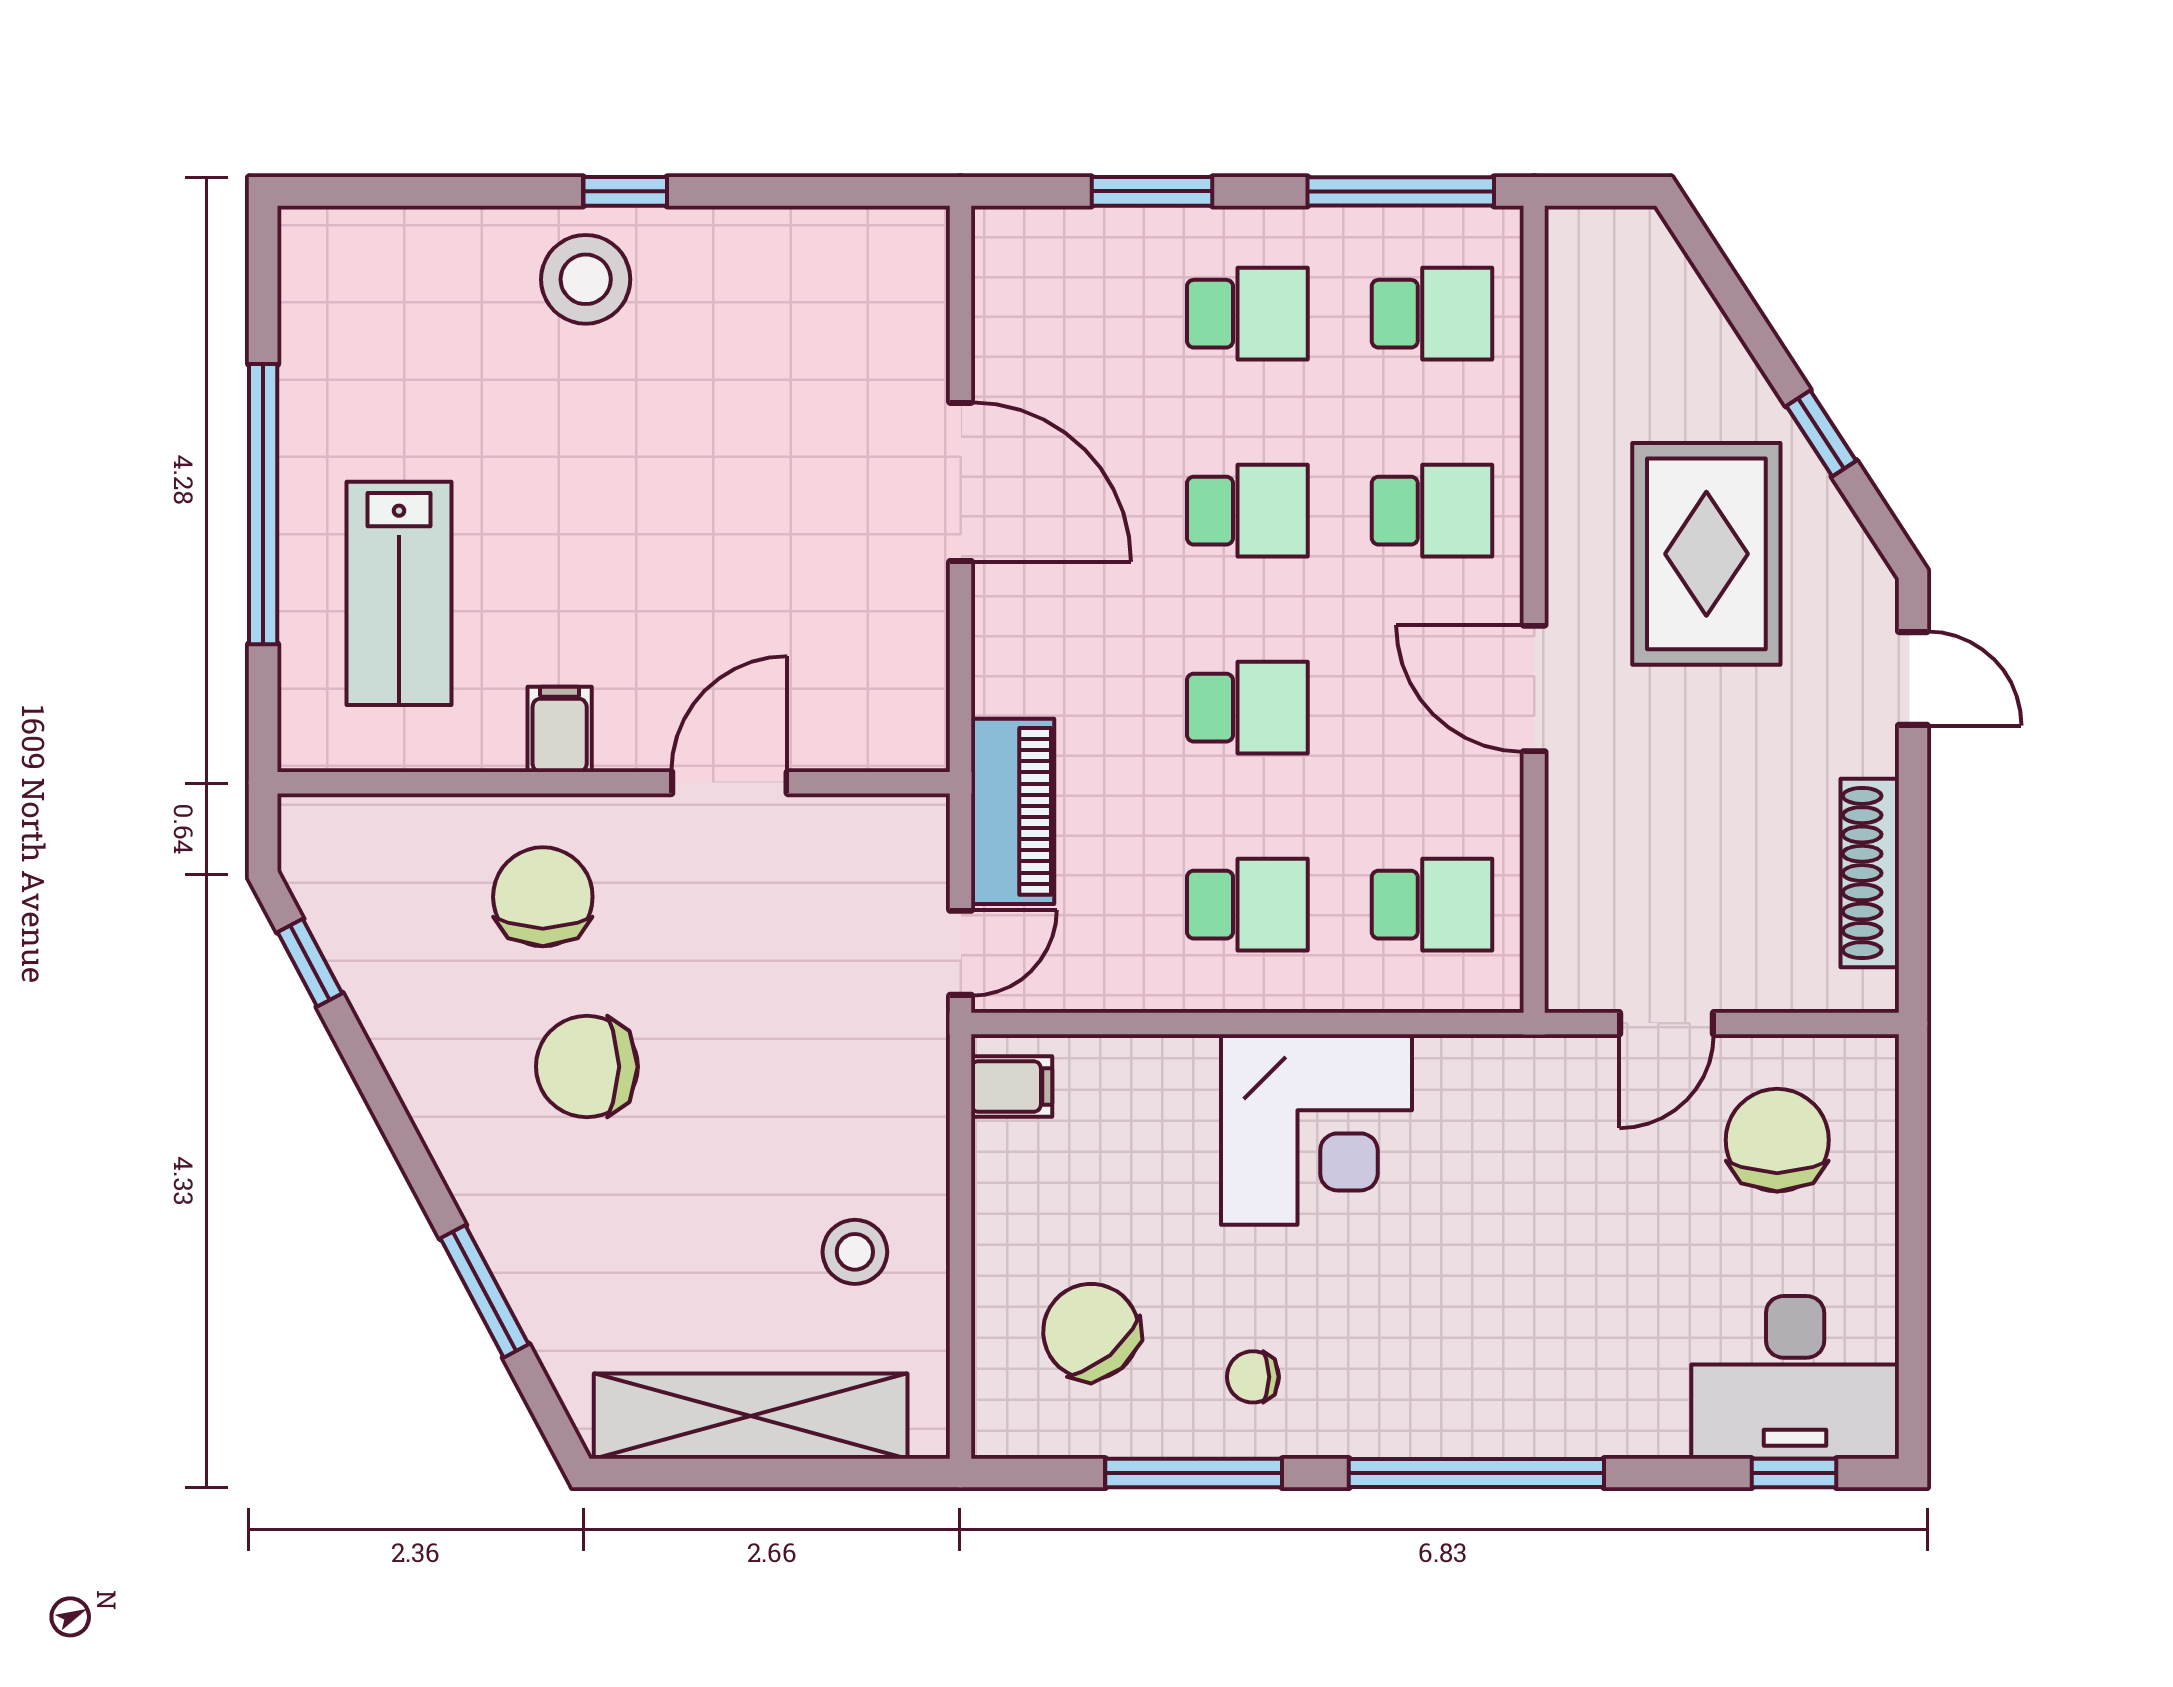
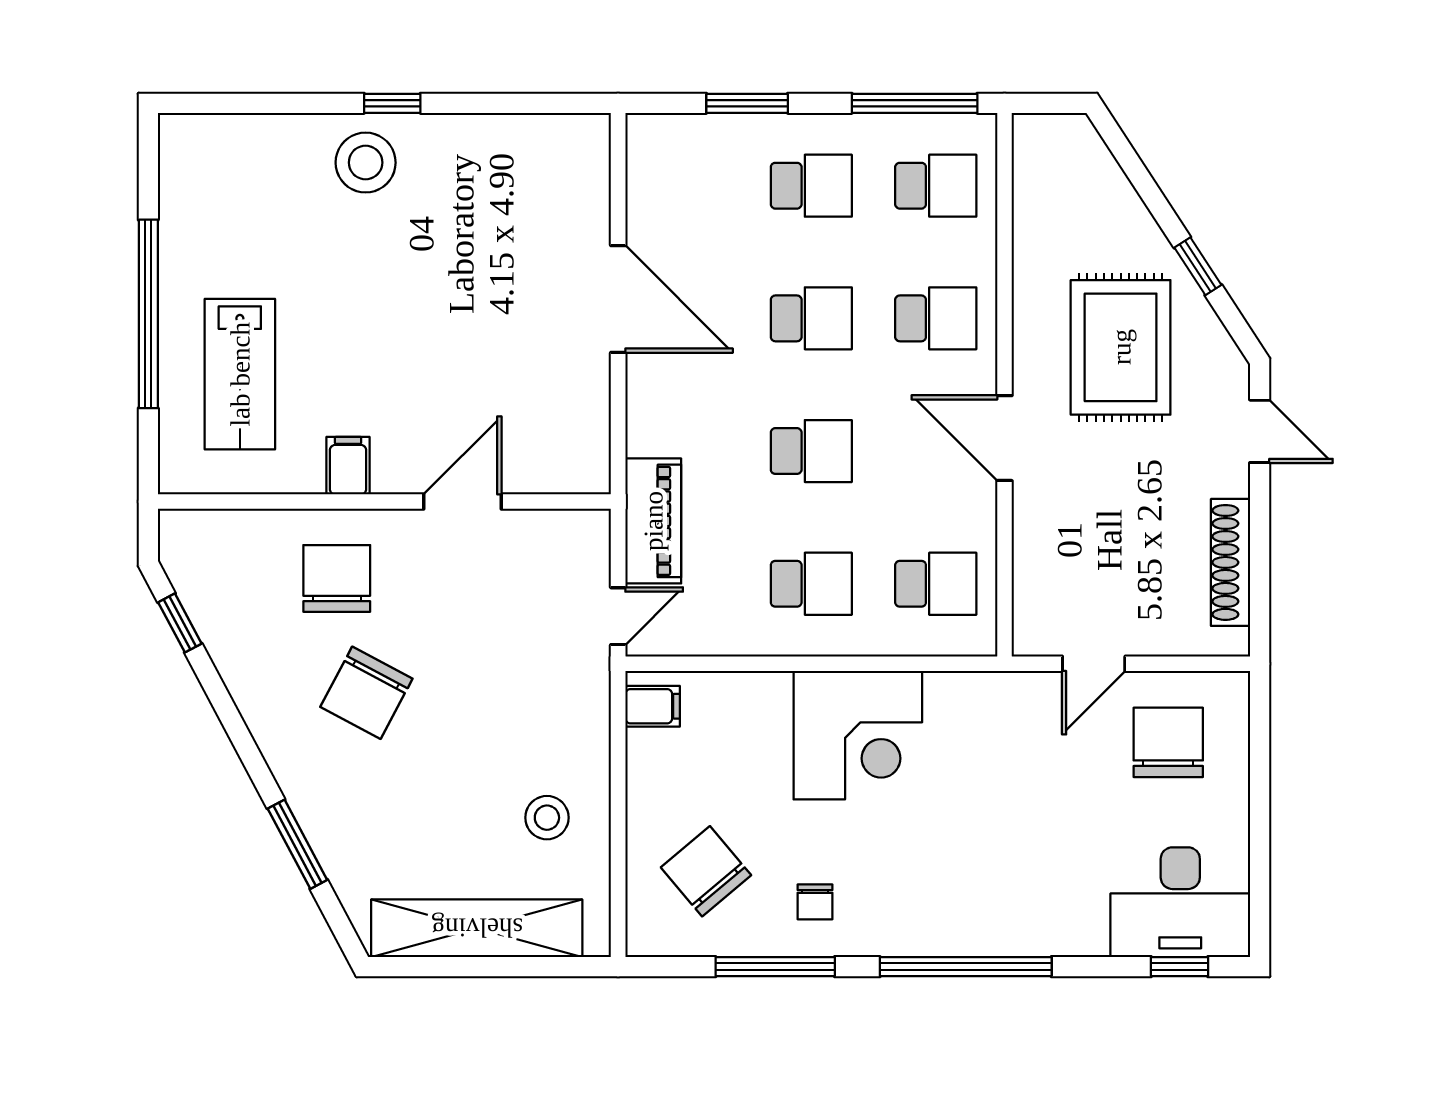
chair: (587, 1067) -> (366, 693), turned -62
chair: (1253, 1377) -> (815, 902), turned -90

